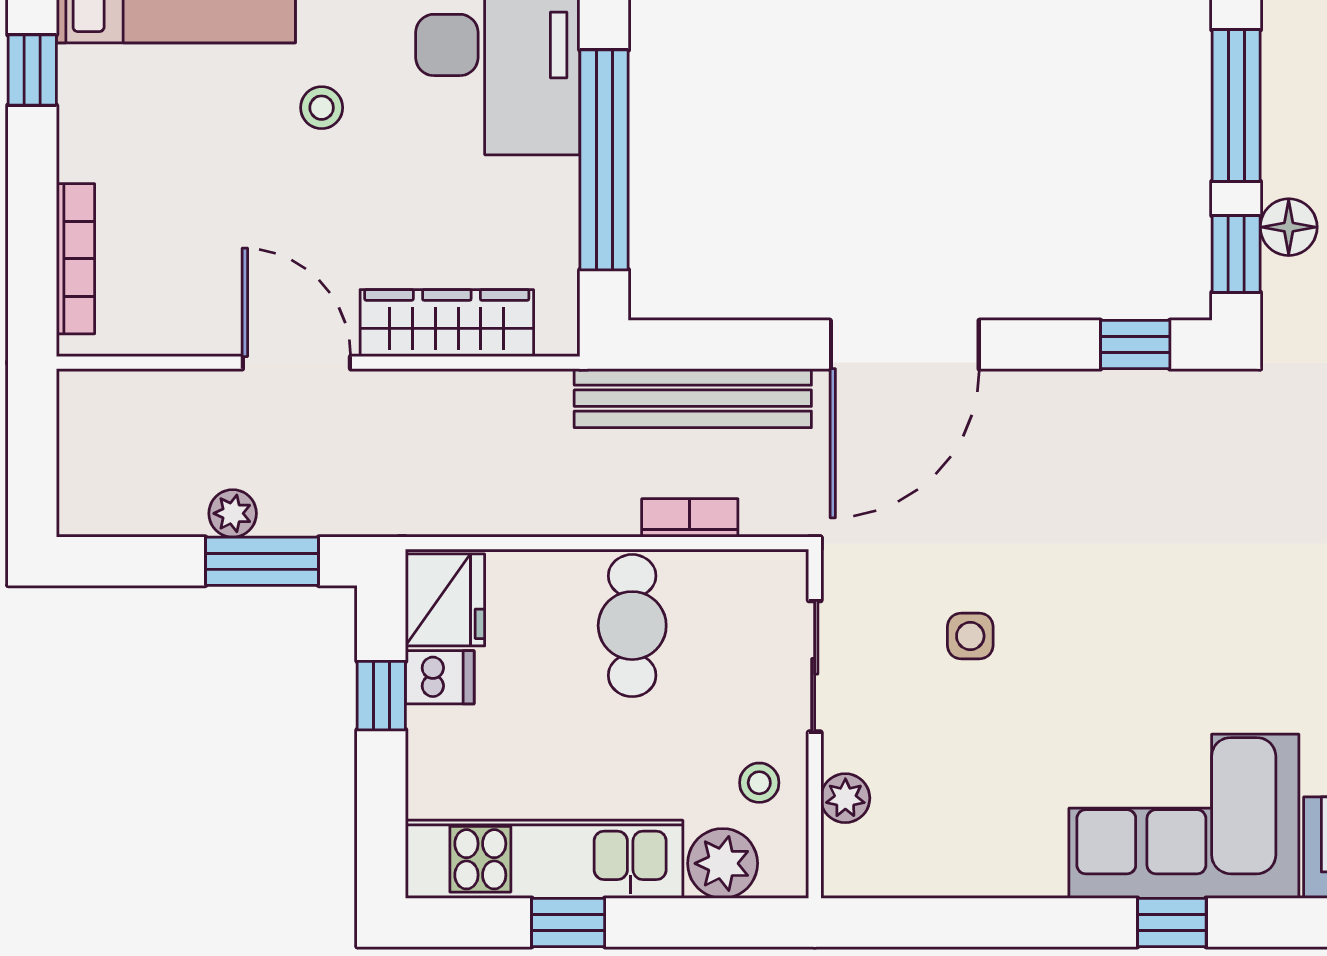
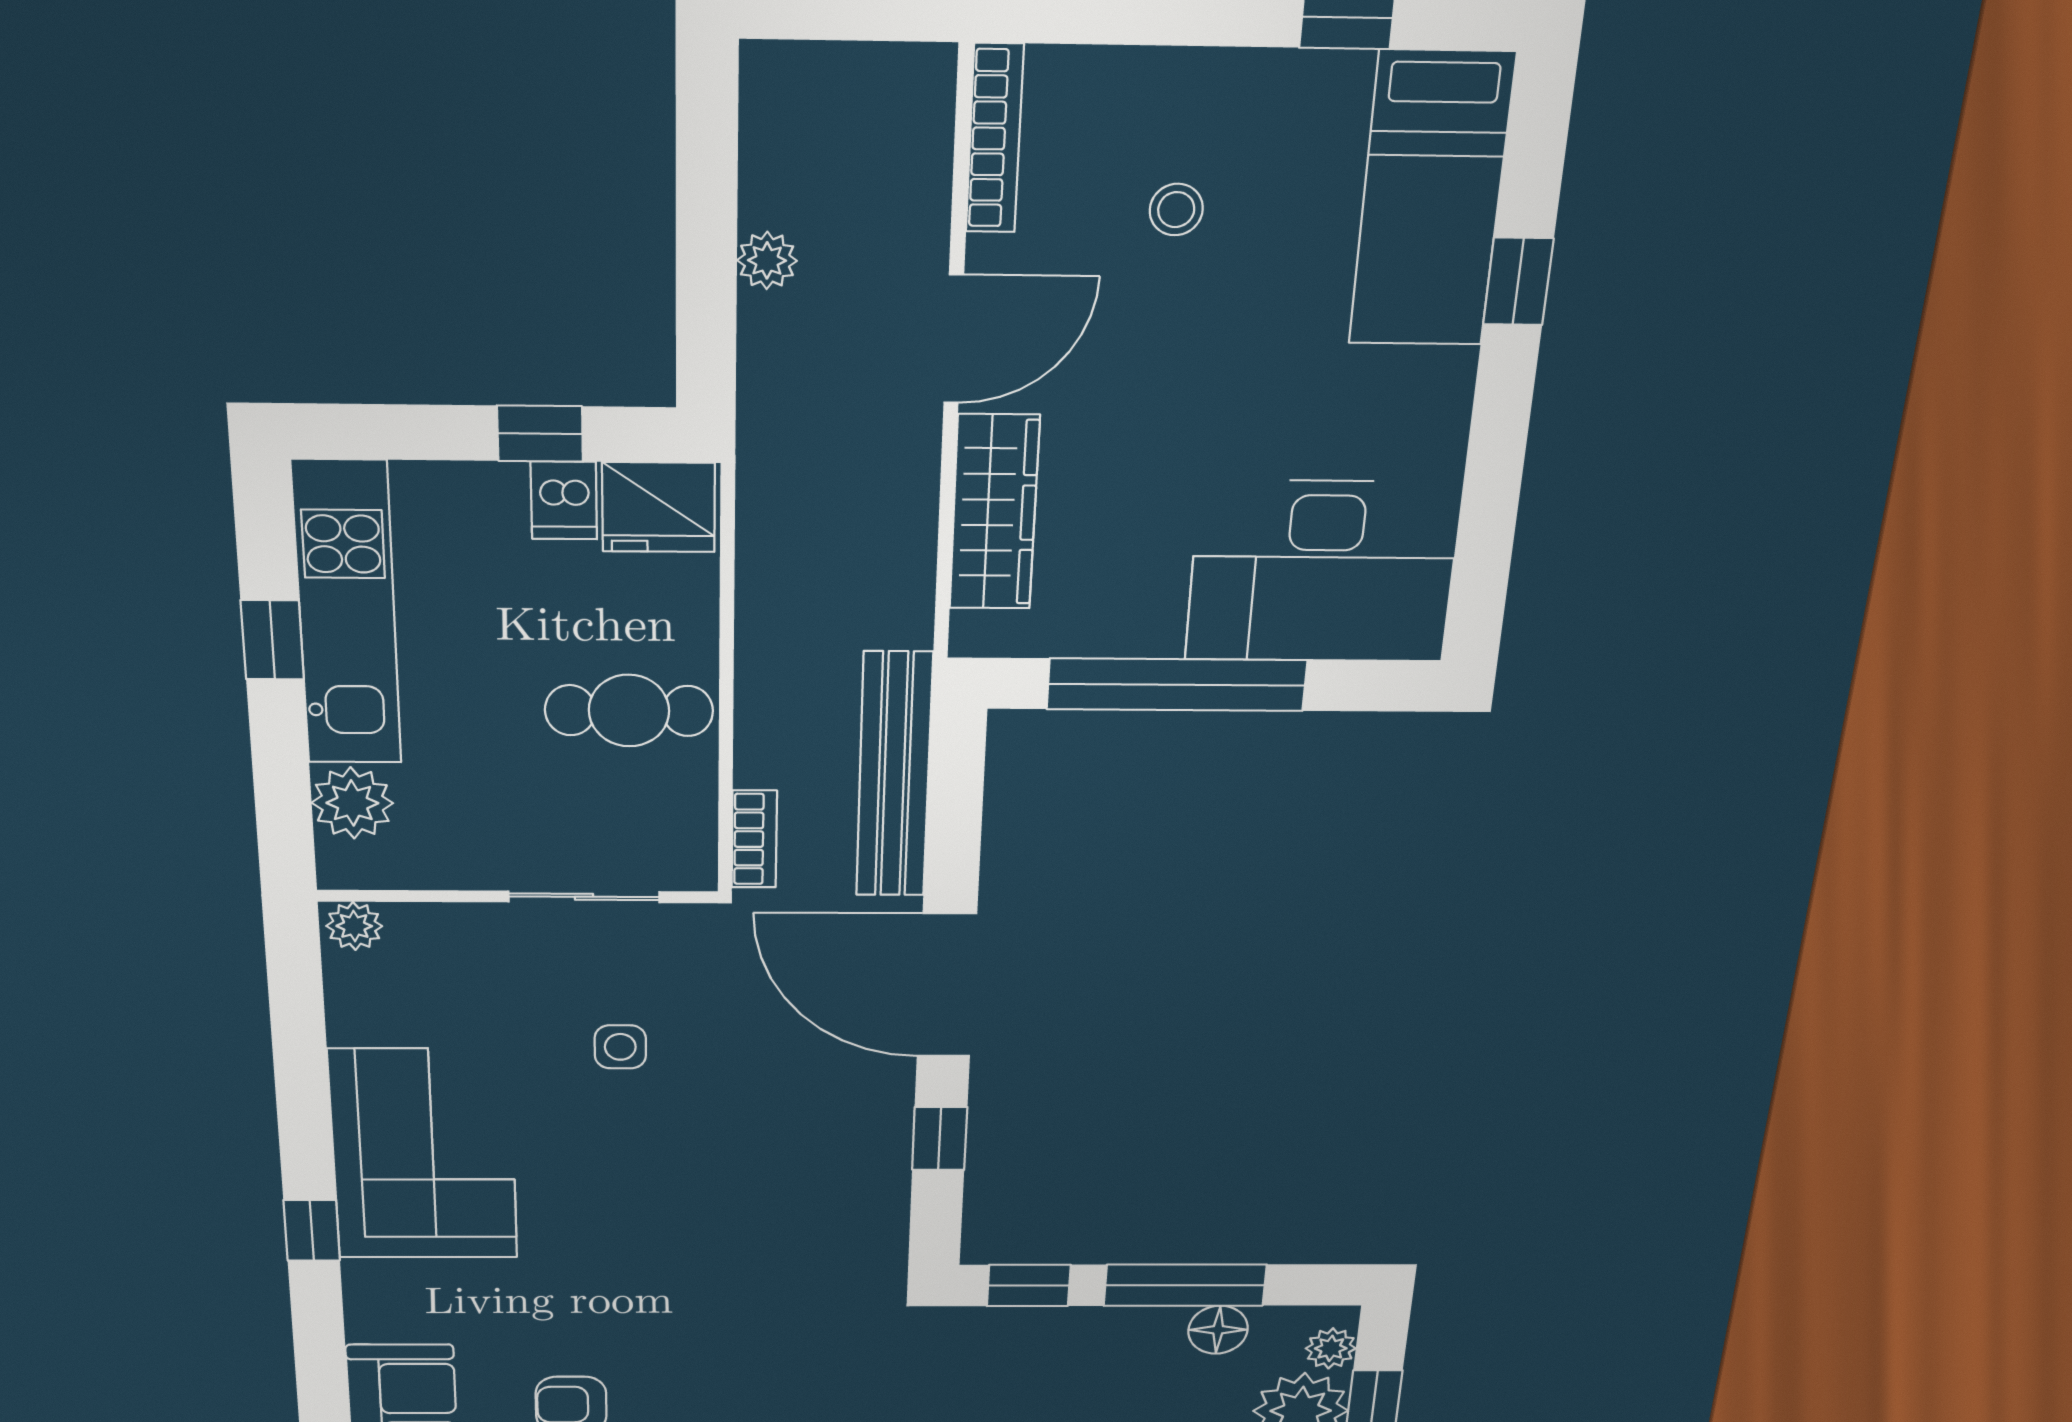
stool: (322, 108) -> (1176, 210), moved
floor lamp: (1289, 227) -> (1218, 1330), moved
bookcase: (75, 259) -> (995, 139), moved, turned -90
window: (1135, 345) -> (940, 1139), moved
bookcase: (690, 518) -> (754, 839), moved
window: (262, 561) -> (706, 295), removed
stool: (759, 783) -> (448, 841), removed
plant: (845, 798) -> (354, 926), moved
corner sofa: (1184, 816) -> (424, 1155), moved

